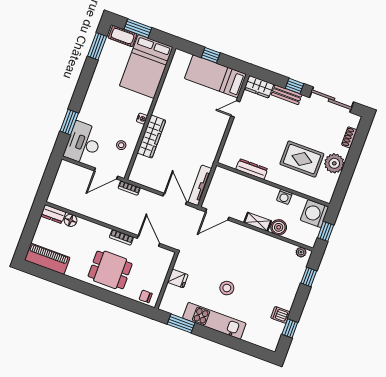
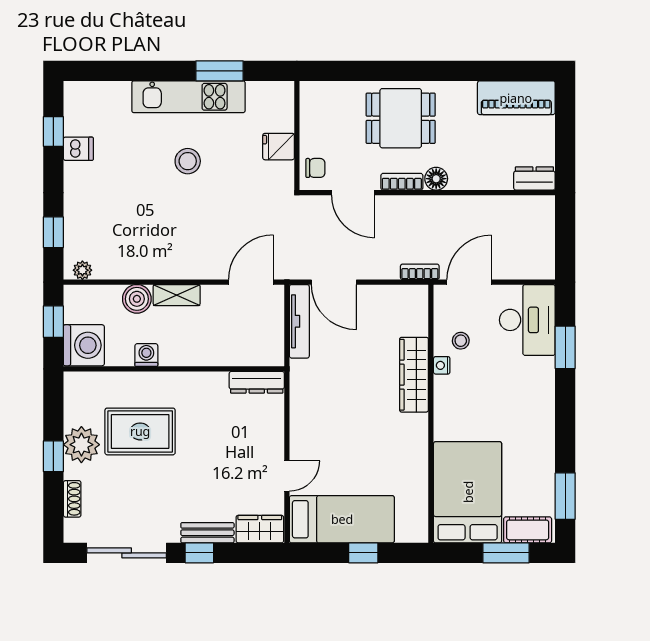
nightstand: (142, 119) -> (442, 365), moved
window: (351, 163) -> (53, 456), added
dresser: (252, 169) -> (257, 382), moved
floor lamp: (71, 220) -> (436, 179), moved
chair: (146, 296) -> (315, 168), moved
window: (181, 323) -> (219, 71), moved

